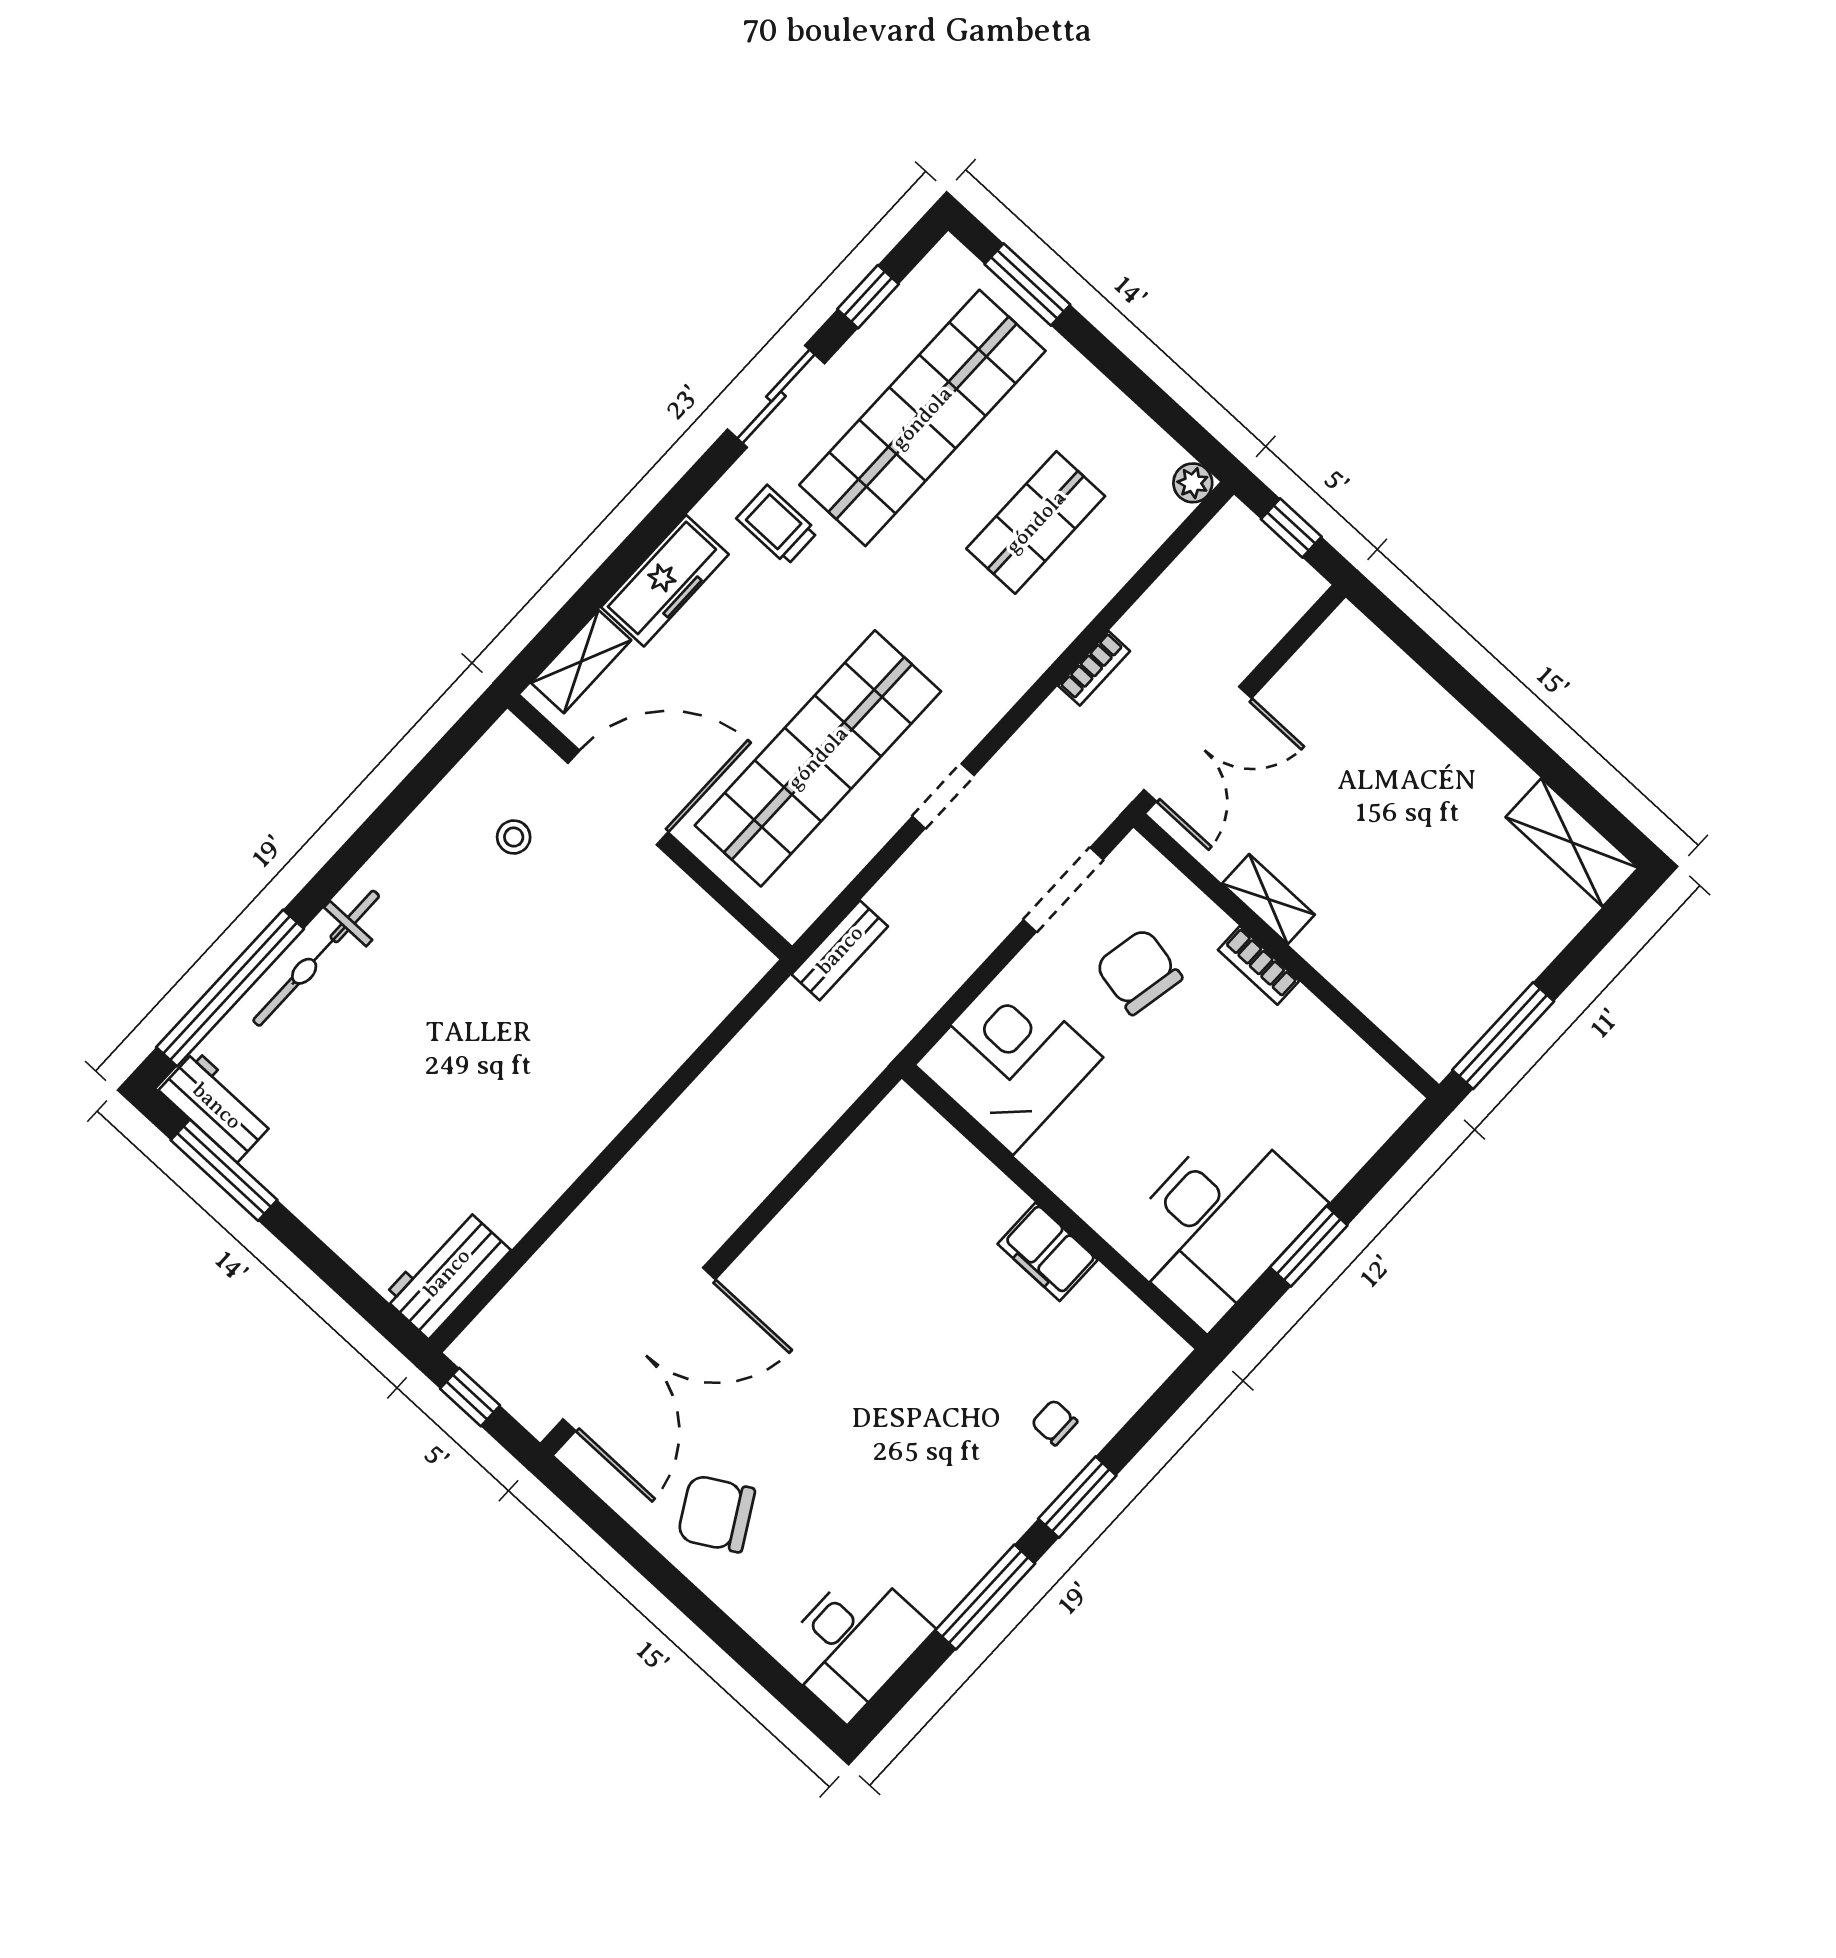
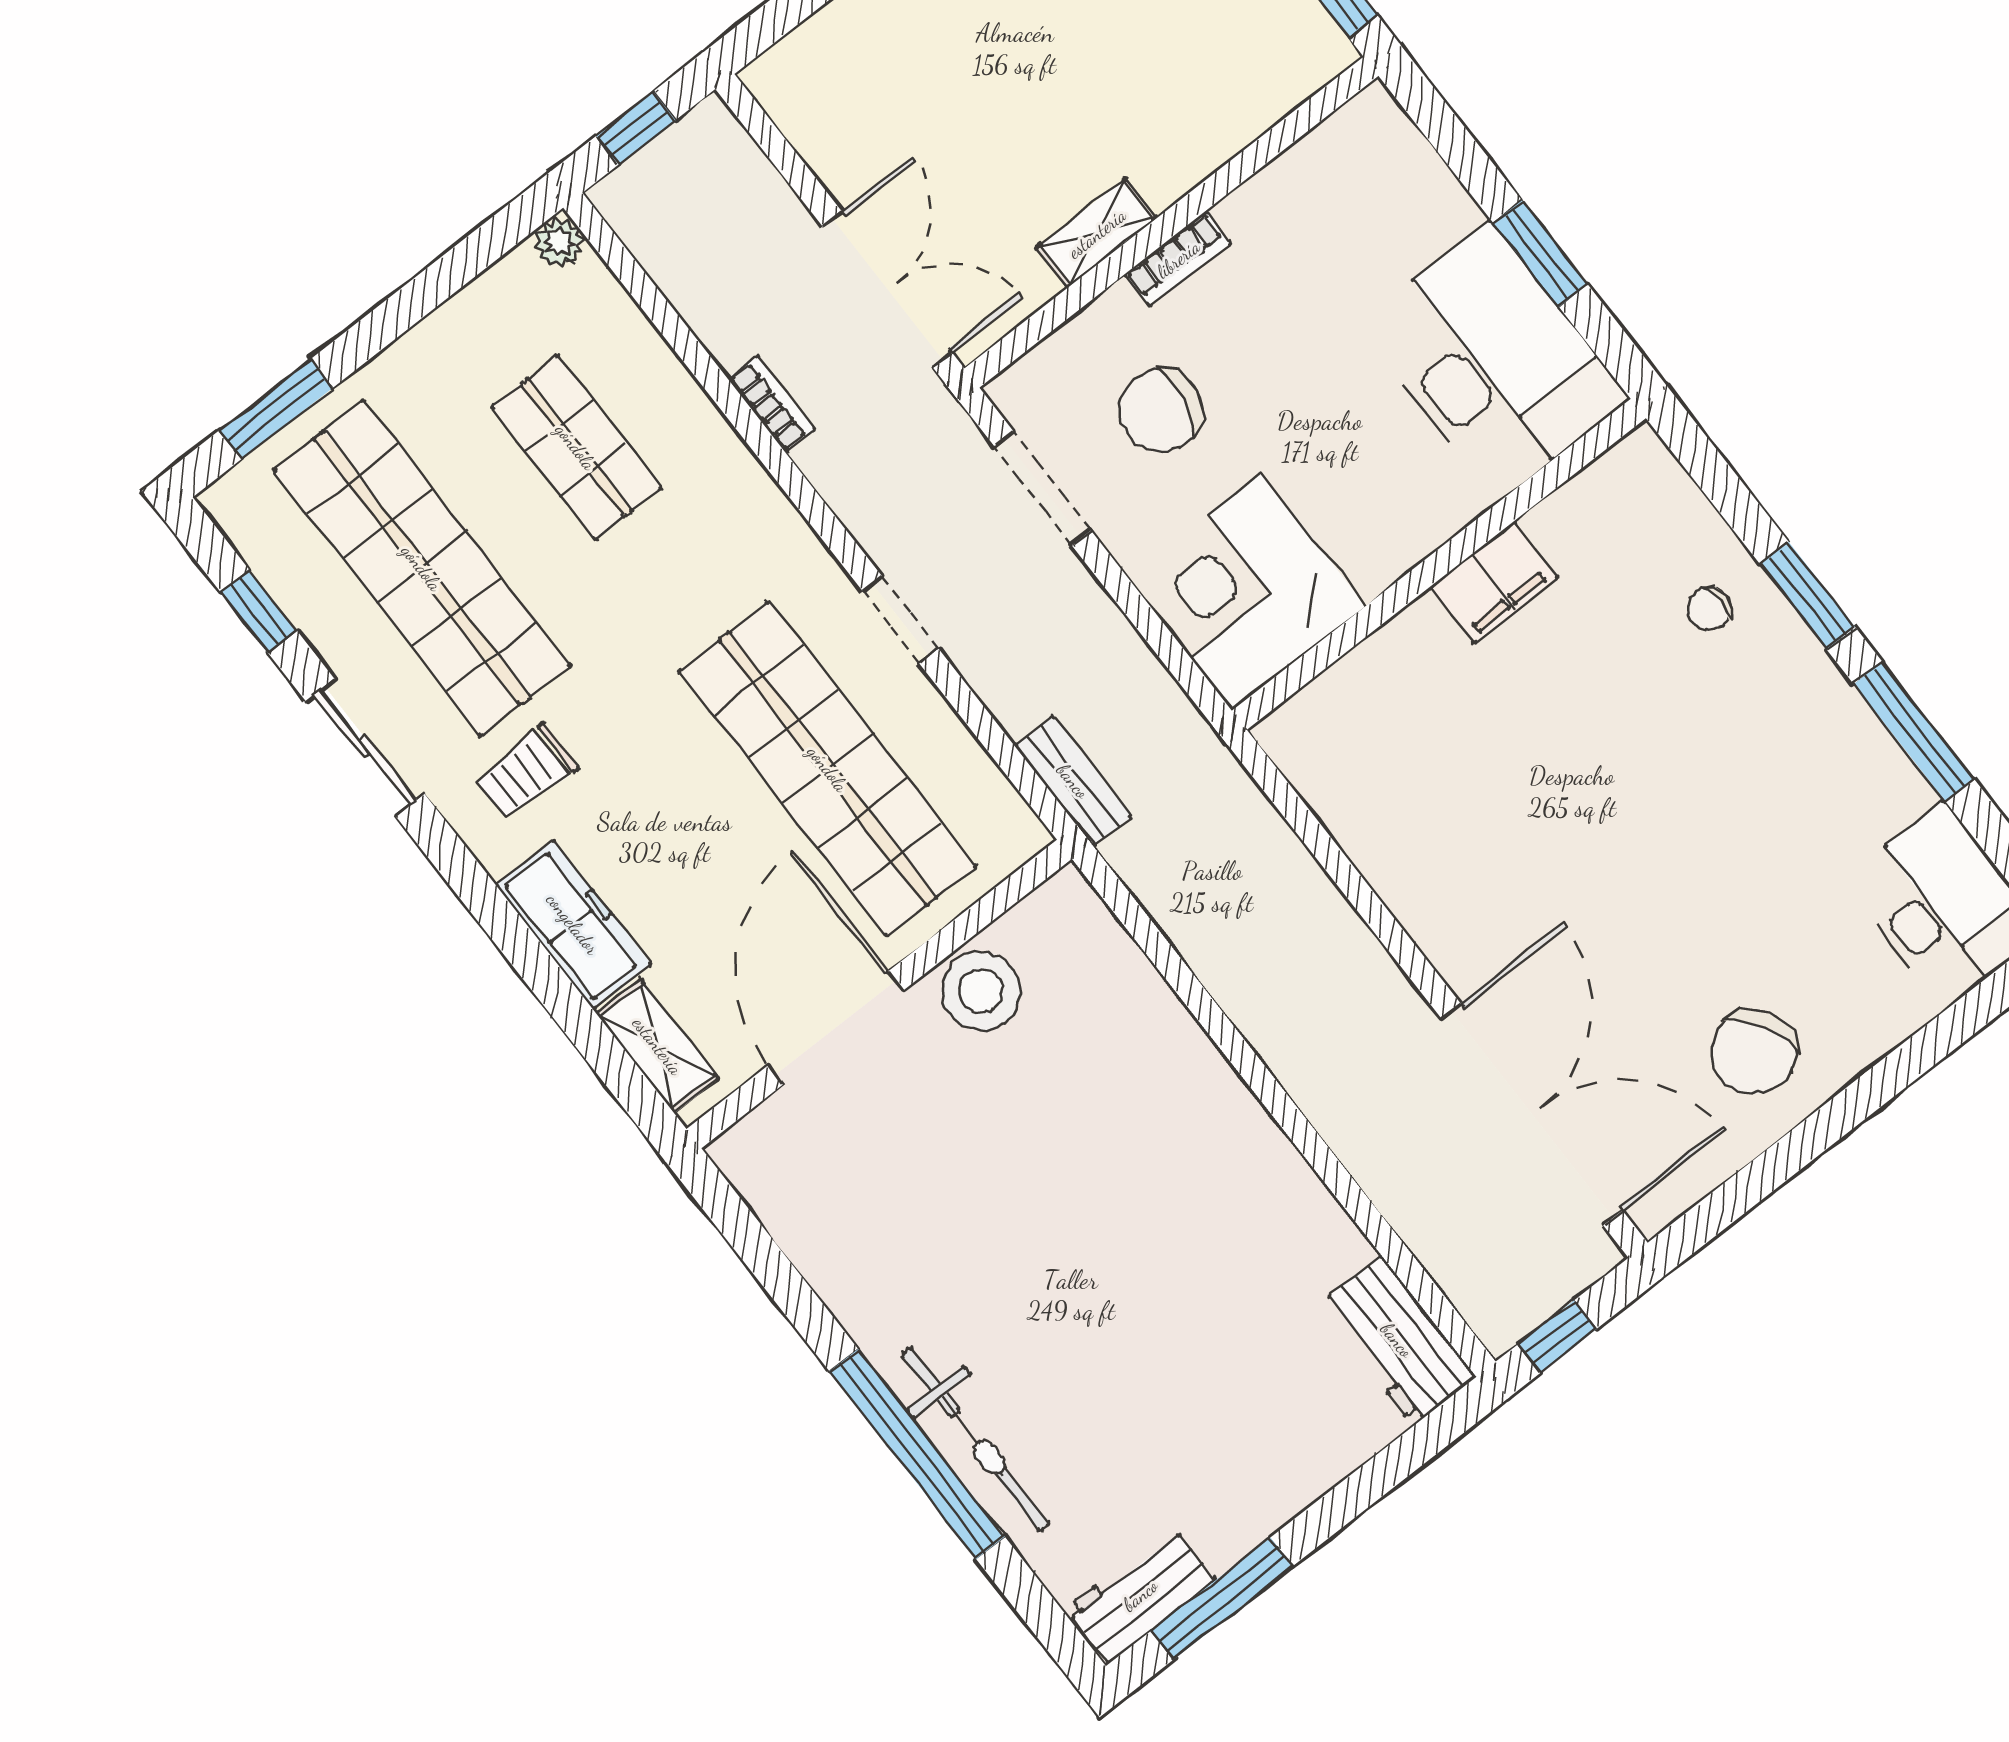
stool: (514, 837) -> (981, 991), moved, width x1.89, depth x1.89
window: (230, 988) -> (917, 1454), moved

